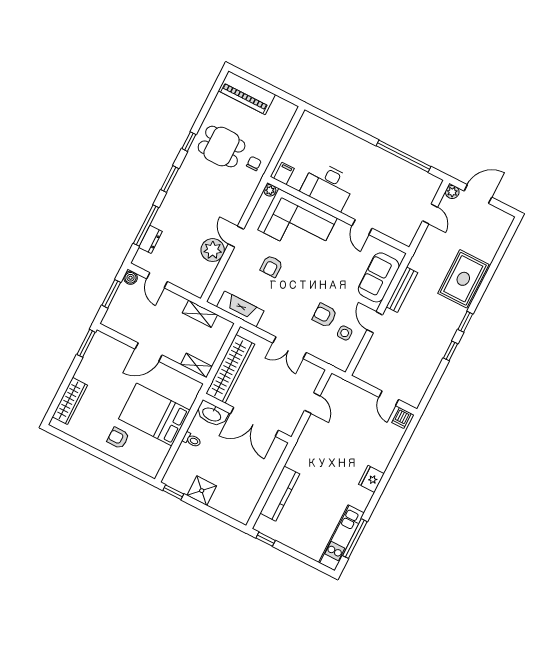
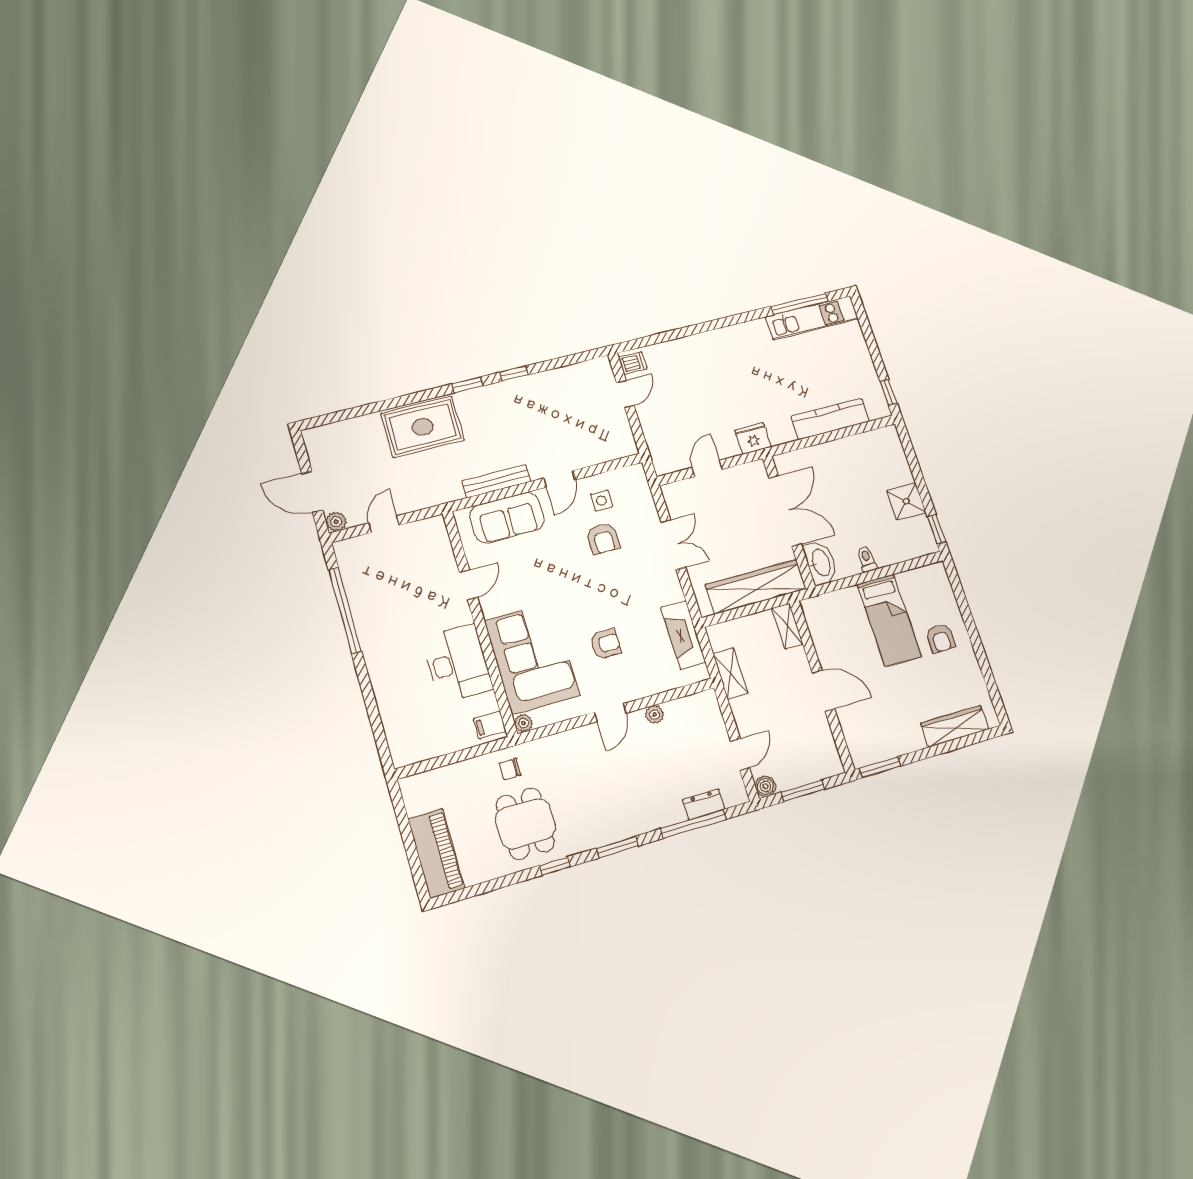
plant: (213, 250) -> (655, 714), width x0.53, depth x0.53
bed: (154, 414) -> (889, 620), width x0.67
fridge: (371, 479) -> (753, 439), moved, turned 180

